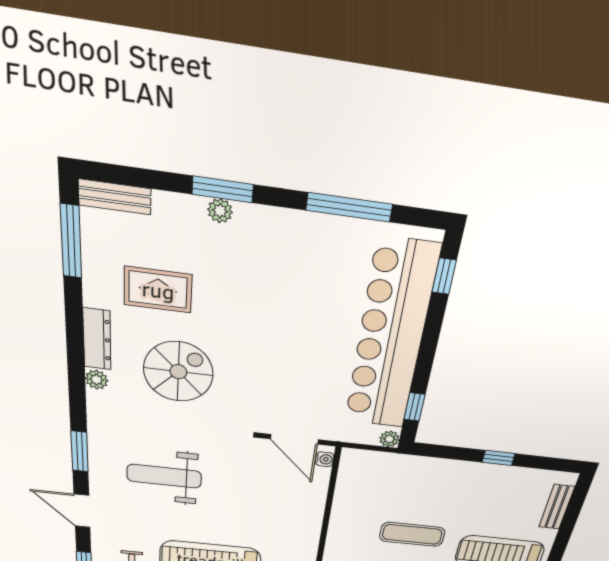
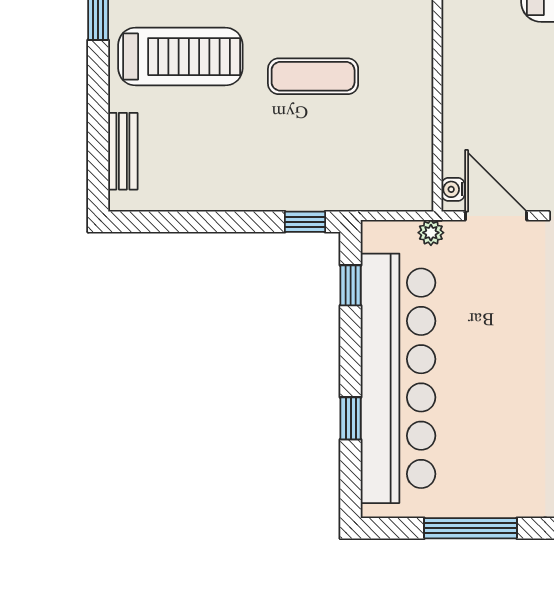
window: (444, 276) -> (351, 418), moved
plant: (389, 439) -> (431, 233), moved
window: (499, 458) -> (305, 222), moved

